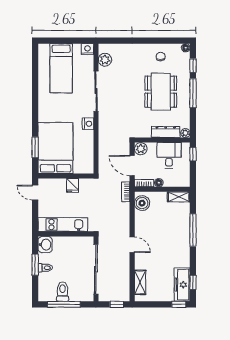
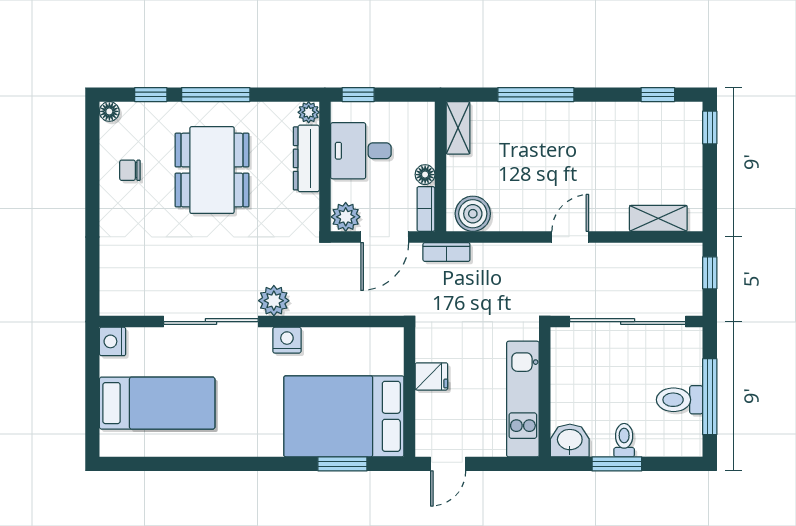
plant: (105, 60) -> (274, 301), moved
dining table: (161, 92) -> (212, 170), turned 90
freezer: (182, 285) -> (663, 120), removed

